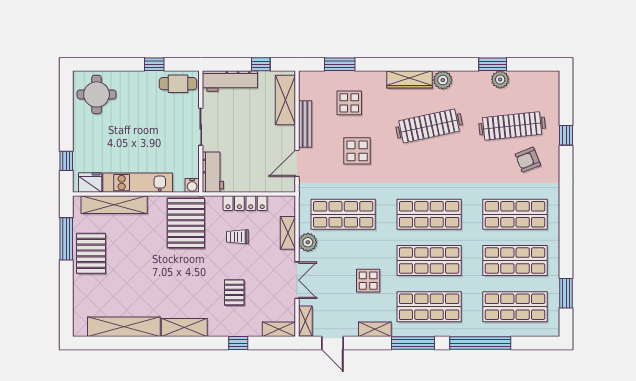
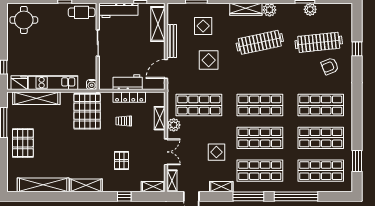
workbench: (213, 172) -> (128, 82), moved, turned -90
pallet: (91, 253) -> (23, 143), moved

